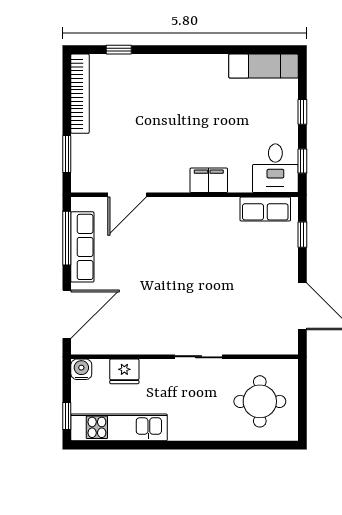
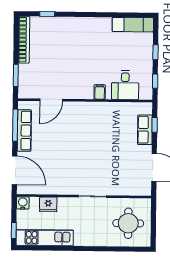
desk: (275, 168) -> (125, 85), moved
filing cabinet: (209, 180) -> (100, 92), width x0.50
row of seats: (265, 209) -> (145, 130), moved, turned 90
door: (67, 314) -> (15, 170), hinge flipped

